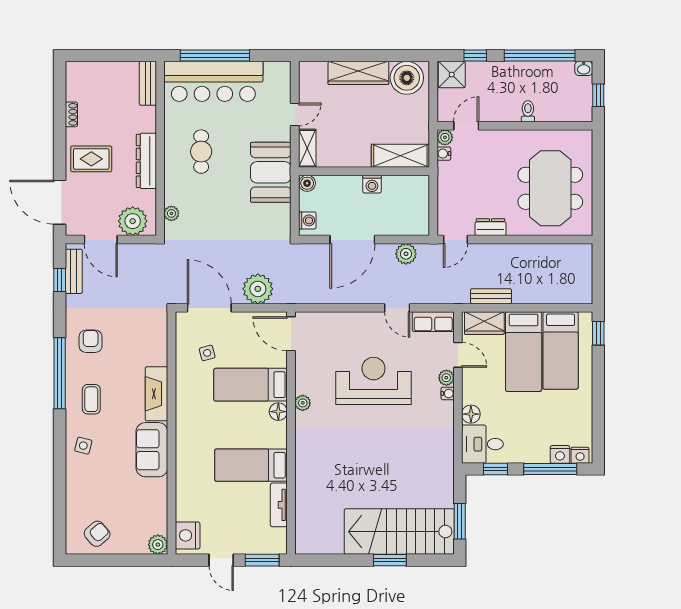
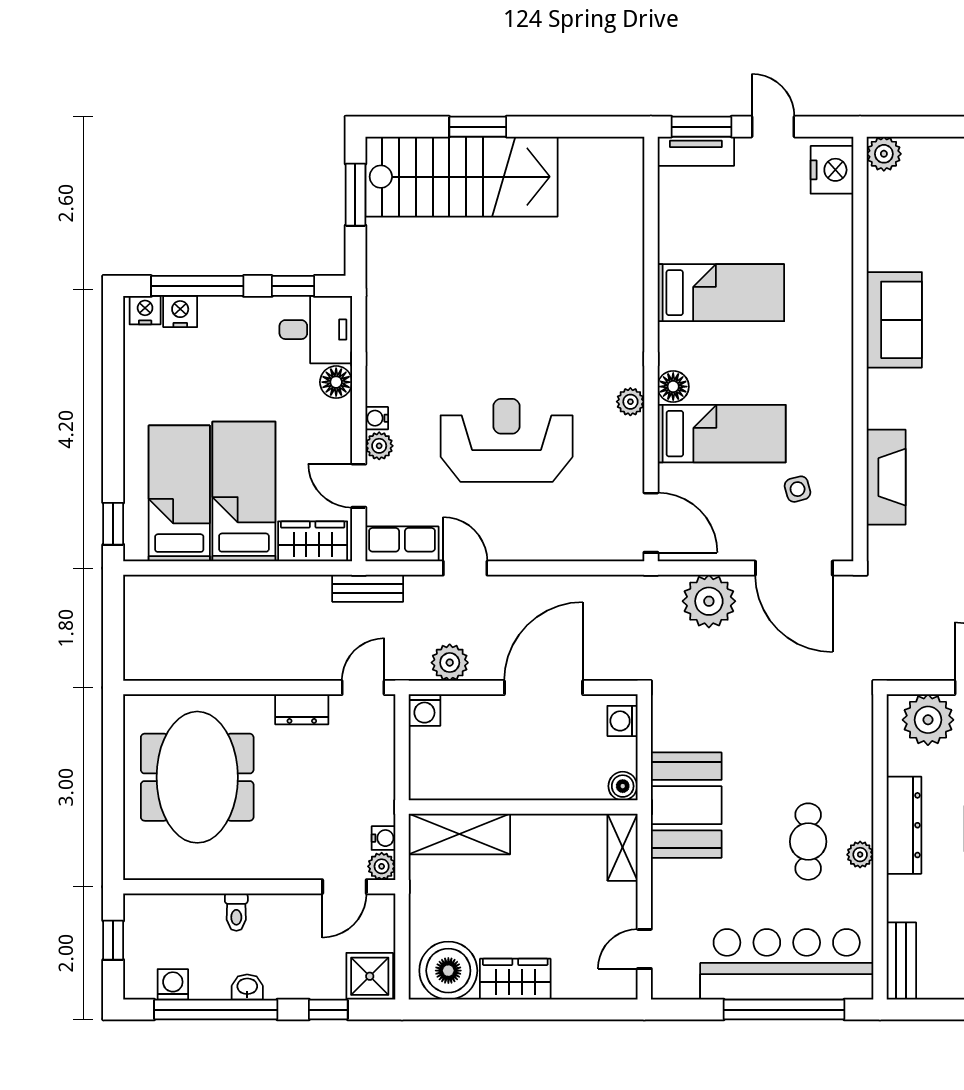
washbasin: (584, 68) -> (247, 987), moved
washing machine: (564, 70) -> (173, 984), added
wardrobe: (358, 73) -> (515, 979), width x0.67
door: (295, 114) -> (644, 949), moved
washing machine: (372, 184) -> (424, 710), moved, turned 180
plant: (171, 213) -> (860, 855), moved
bench: (491, 296) -> (368, 588), moved
reception desk: (373, 381) -> (507, 440), turned 180
fireplace: (157, 394) -> (886, 477), moved
tv unit: (279, 505) -> (696, 151), moved, turned 90

